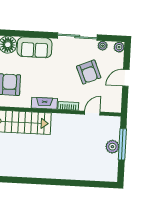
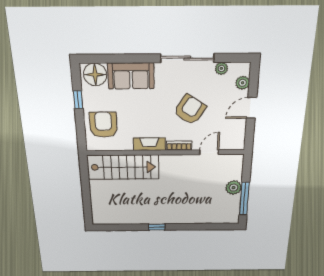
plant: (119, 47) -> (243, 83), moved
armchair: (89, 72) -> (190, 110), moved, turned -124
window: (122, 144) -> (244, 199), moved
window: (46, 181) -> (157, 227), added

